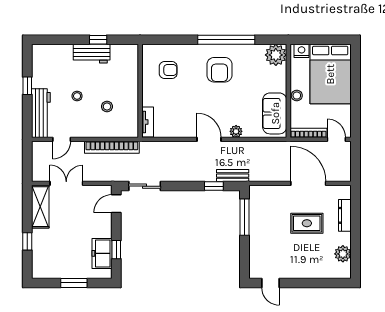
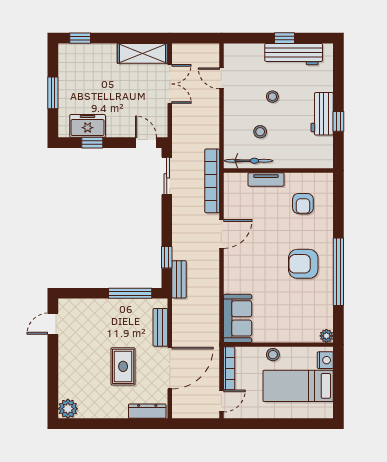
plant: (276, 55) -> (326, 336), width x0.53, depth x0.53
bed: (330, 74) -> (298, 386), width x0.67
workbench: (41, 113) -> (294, 54), moved
sofa: (275, 113) -> (238, 318), moved, turned 90
bicycle: (132, 116) -> (248, 161), added
tv unit: (148, 122) -> (266, 179), moved
plant: (236, 131) -> (231, 283), removed
door: (209, 139) -> (221, 234), moved
bookcase: (112, 147) -> (212, 181), moved
bench: (274, 191) -> (160, 327), added
dresser: (345, 215) -> (147, 411), moved
window: (27, 241) -> (80, 38), moved
plant: (343, 254) -> (68, 409), moved

